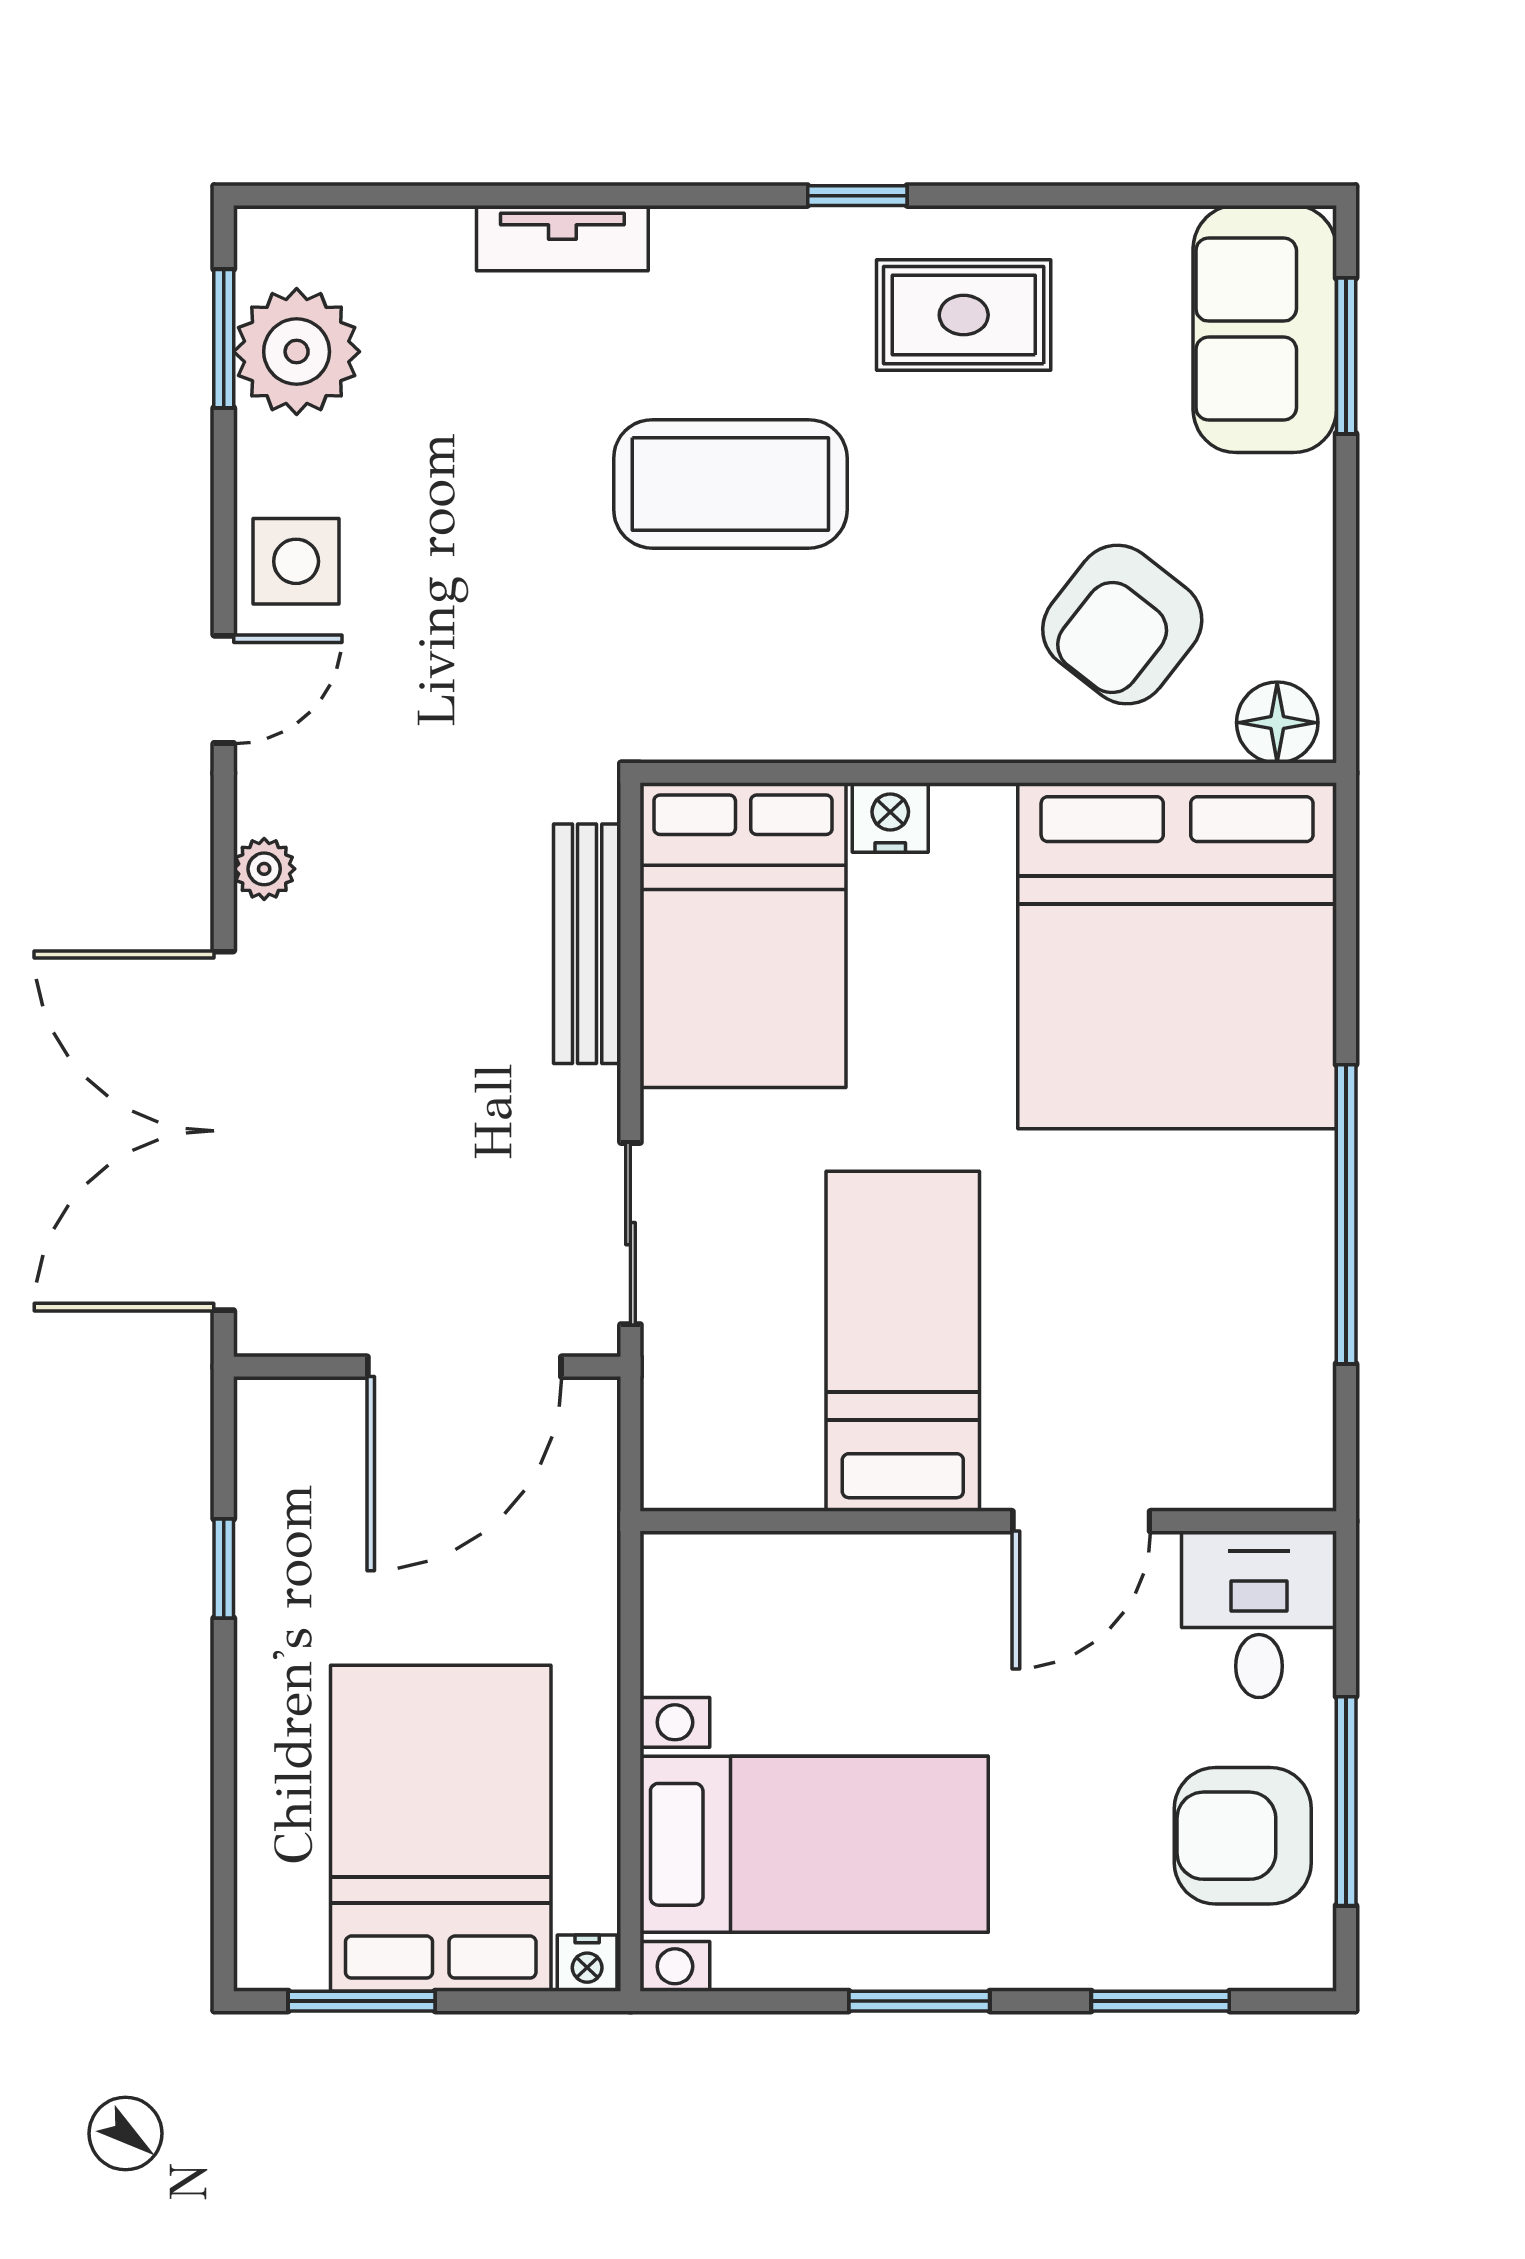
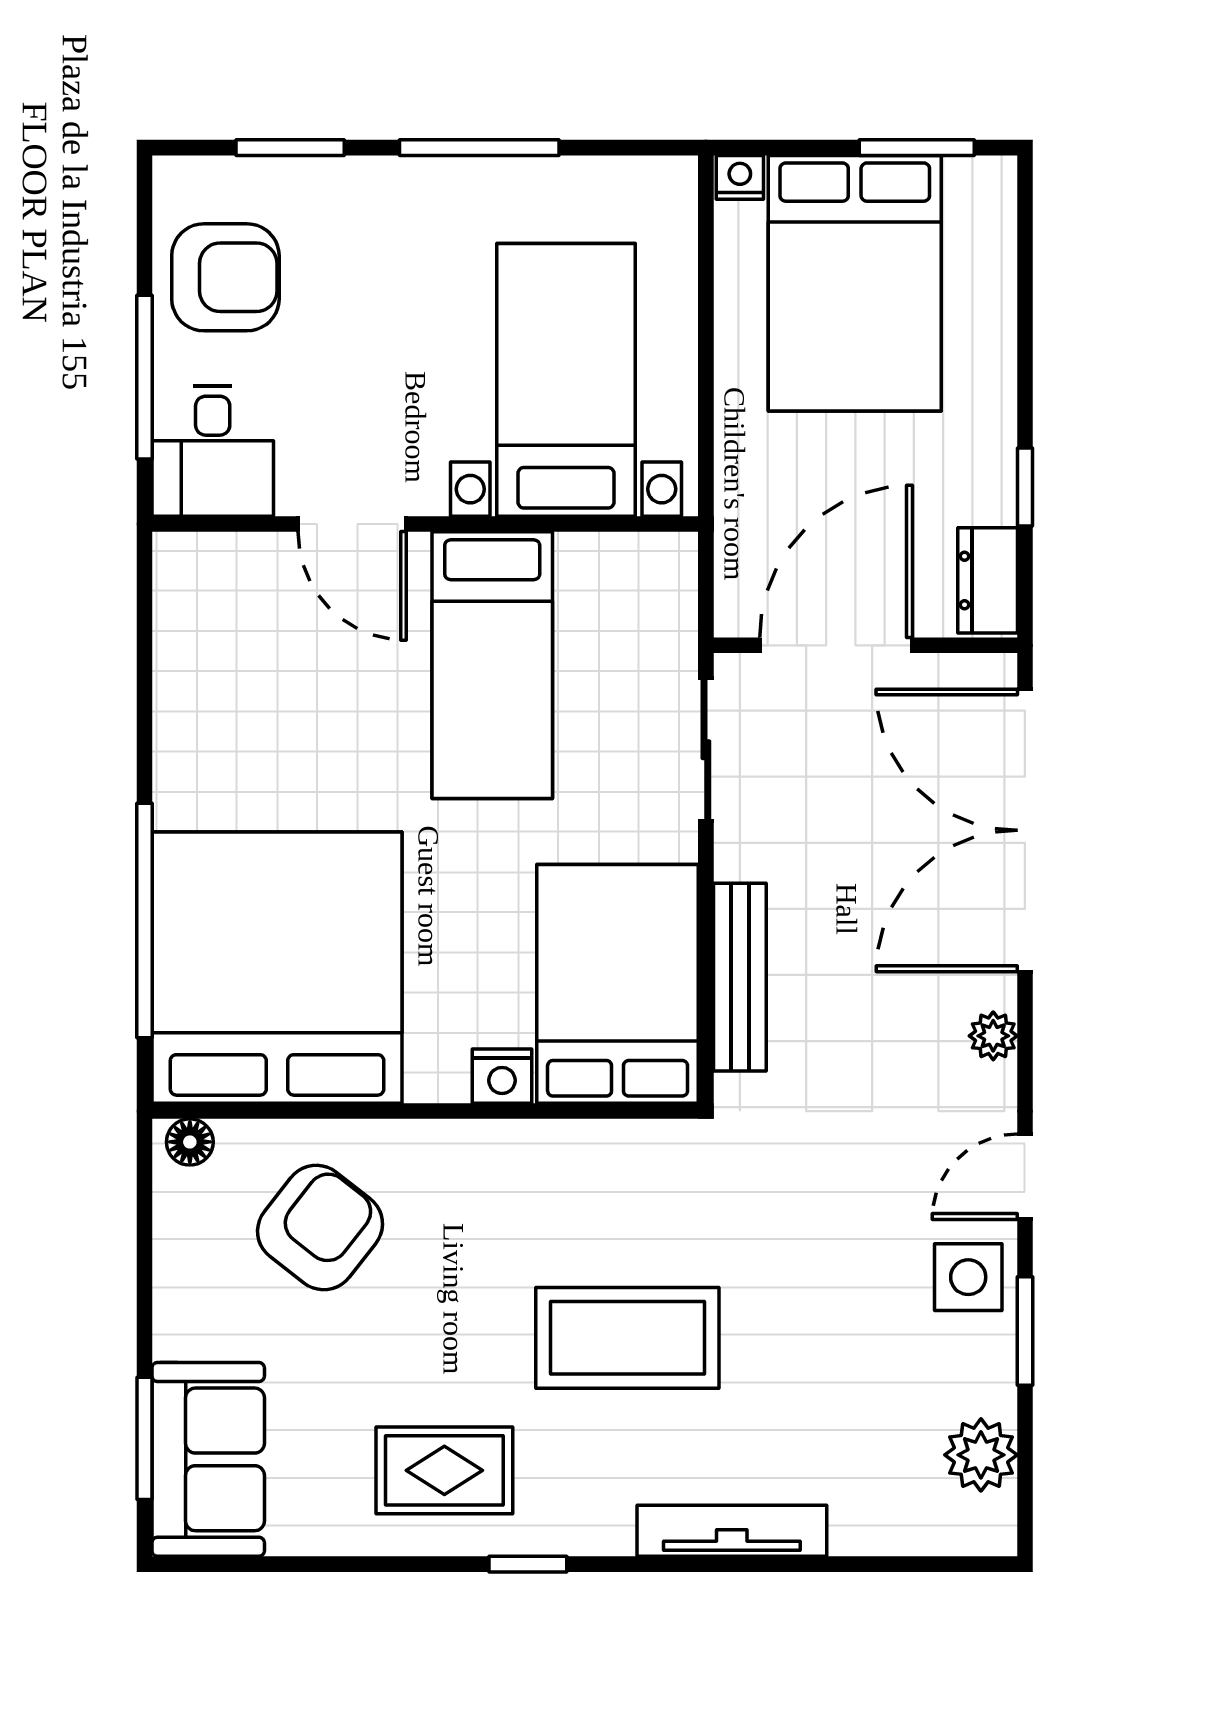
tv unit: (562, 238) -> (732, 1531), width x1.41
window: (224, 339) -> (1025, 1331), moved
plant: (297, 352) -> (981, 1455), width x0.73, depth x0.73
floor lamp: (1277, 723) -> (190, 1142), width x0.73, depth x0.73
double door: (224, 1131) -> (1025, 830), swing flipped
window: (1346, 1214) -> (144, 921), moved
dresser: (271, 1449) -> (988, 580), added
door: (1081, 1521) -> (352, 524), swing flipped
window: (1346, 1801) -> (144, 377), moved
bed with nightstands: (814, 1844) -> (566, 380), moved, turned 90
window: (919, 2001) -> (479, 148), width x1.44

